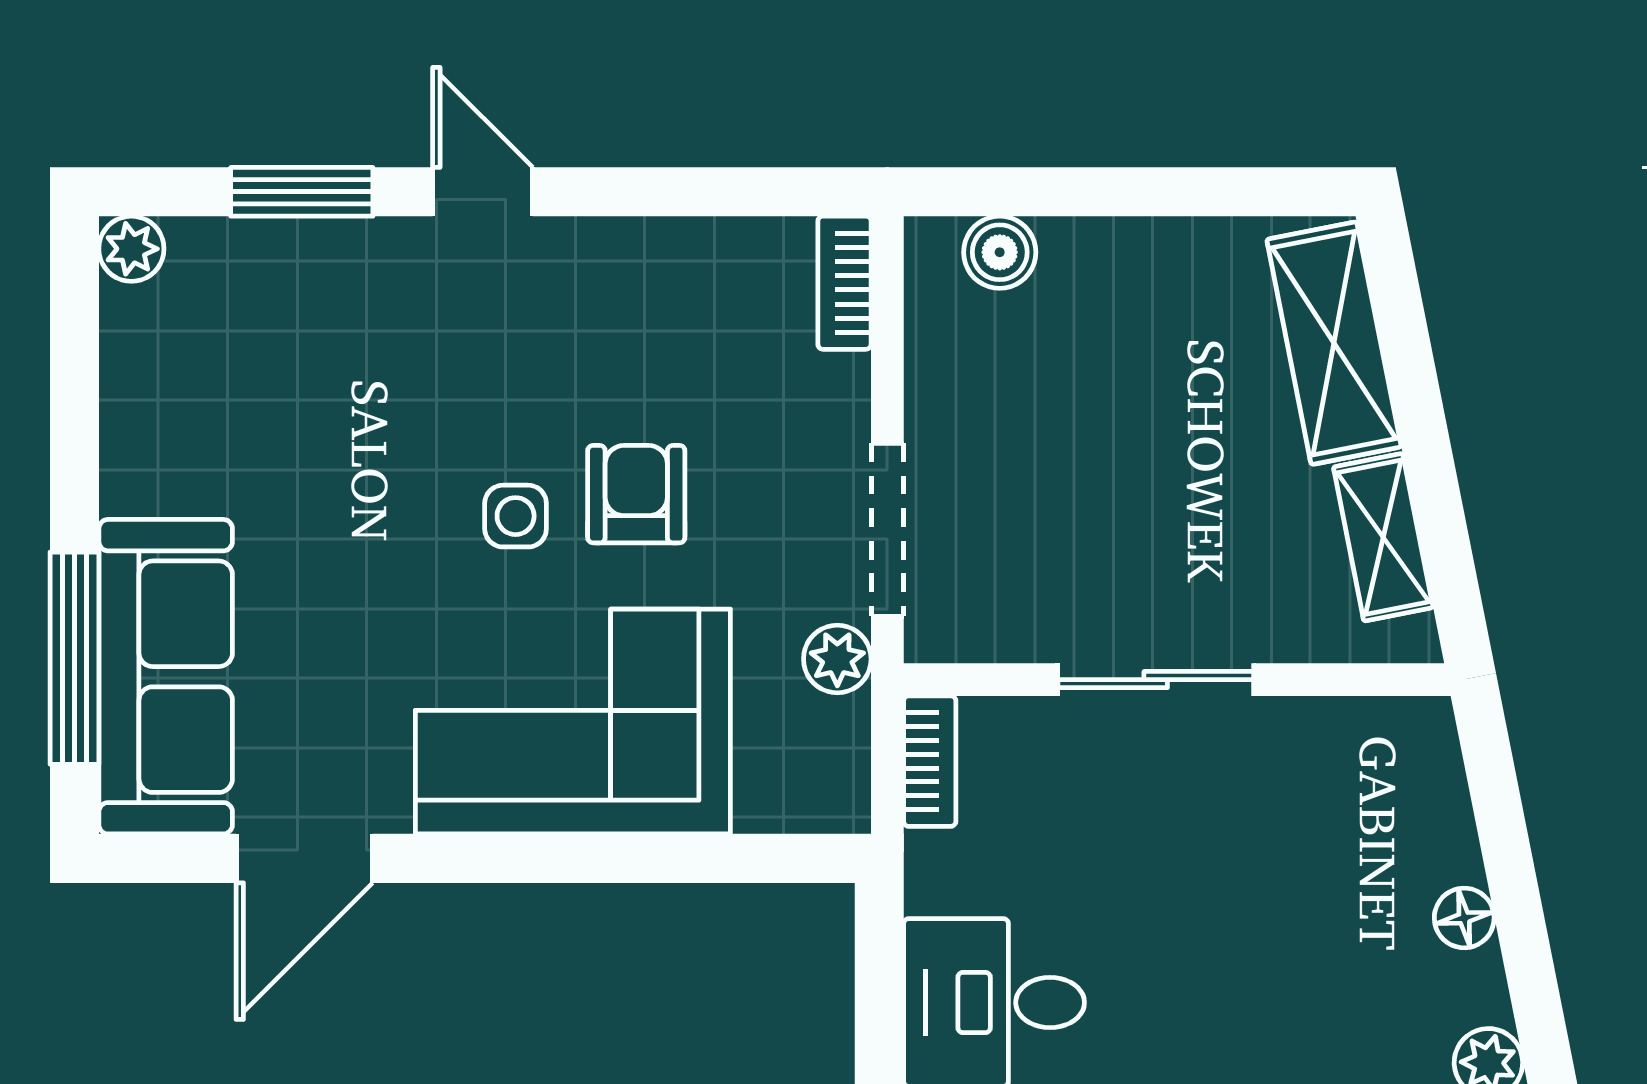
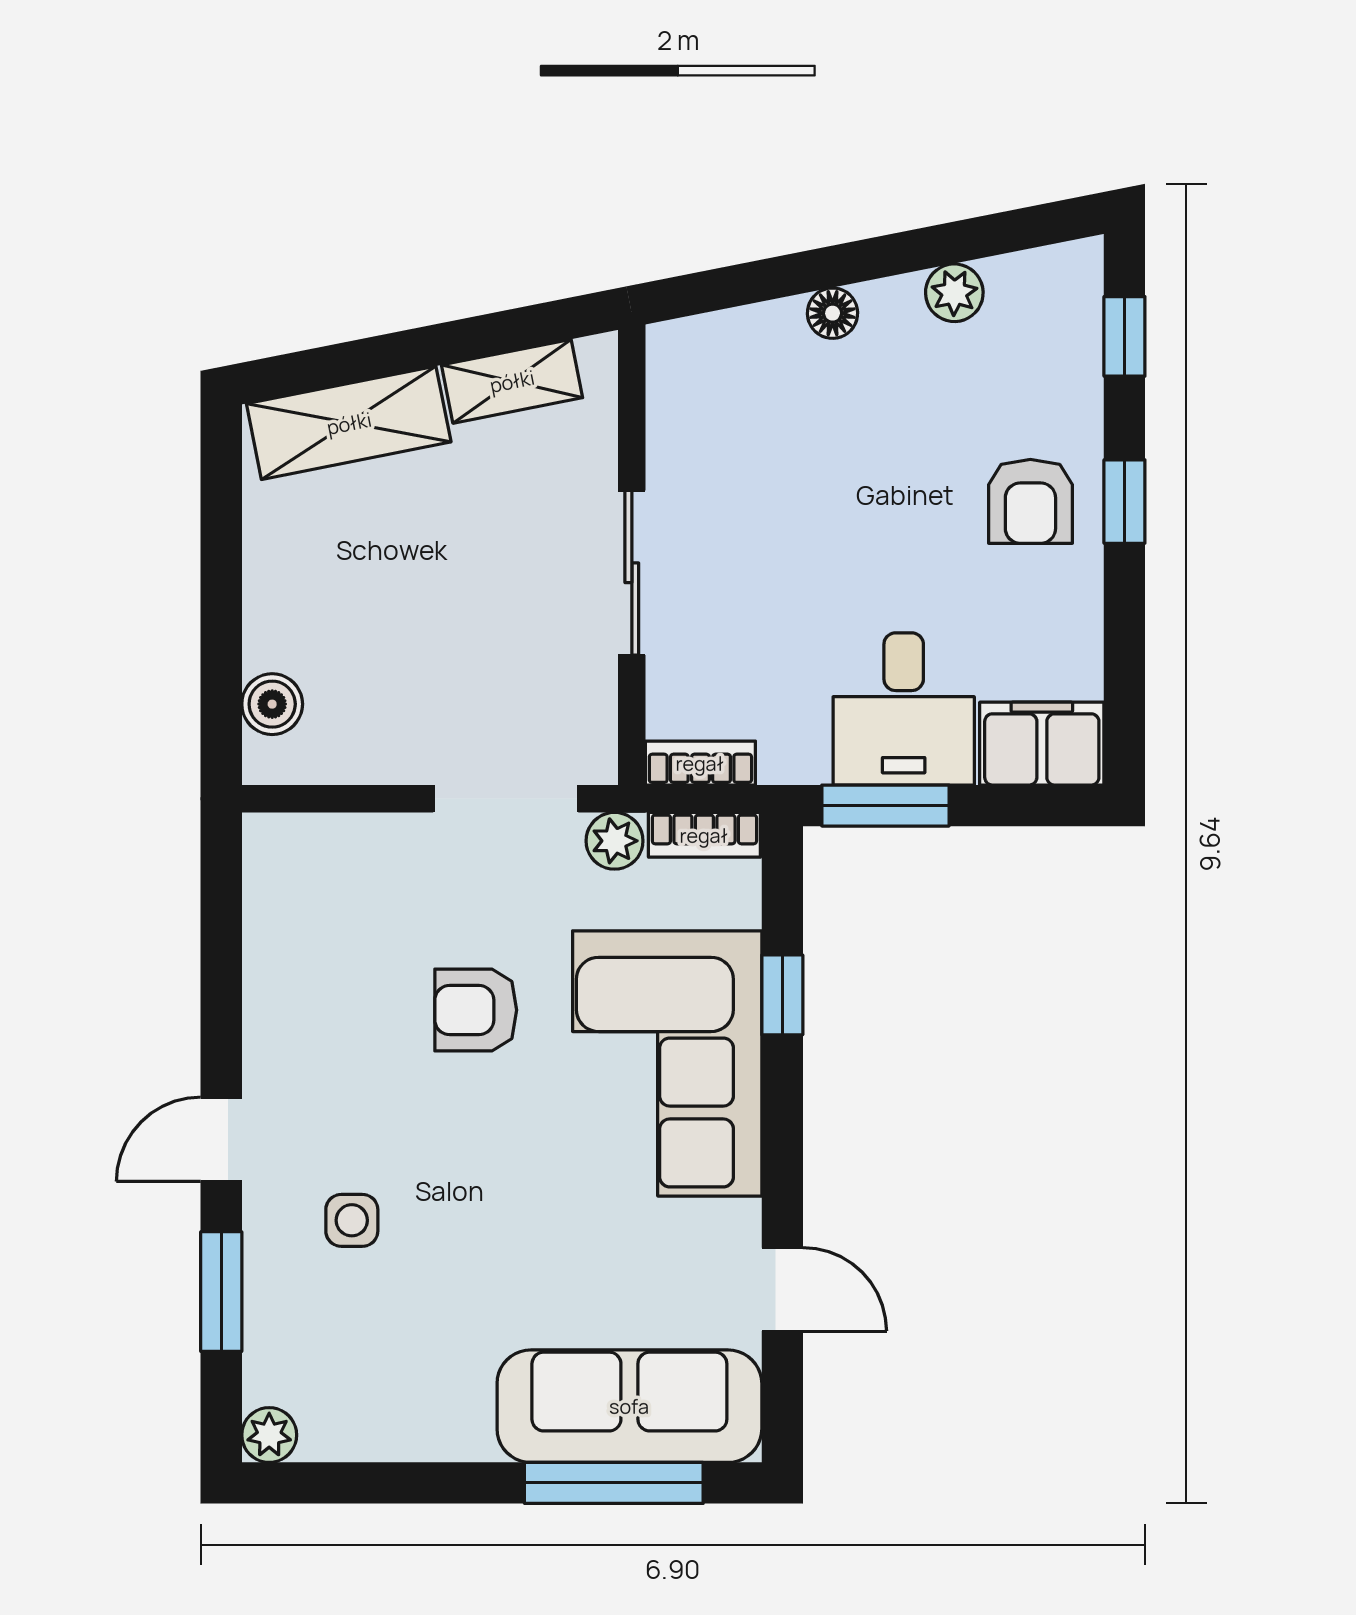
bookcase: (844, 283) -> (704, 835), moved
side table: (516, 516) -> (352, 1220), moved
door: (304, 858) -> (782, 1289), width x0.73
window: (654, 858) -> (782, 995), added
window: (879, 981) -> (885, 806), added

